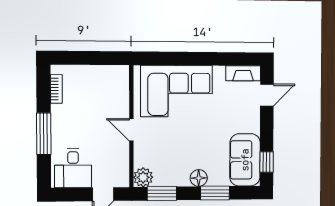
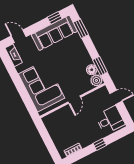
window: (44, 134) -> (100, 144), width x0.46
sofa: (245, 160) -> (54, 33), width x1.36
floor lamp: (199, 178) -> (92, 70), moved
window: (215, 193) -> (81, 29), moved

